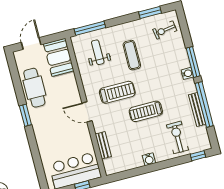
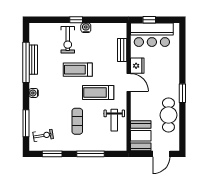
window: (90, 28) -> (91, 154), moved
weight bench: (98, 52) -> (114, 120), moved
window: (193, 62) -> (26, 123), moved
treadmill: (146, 111) -> (78, 70), turned 180
fridge: (82, 132) -> (137, 66), added
exercise bike: (177, 137) -> (68, 40), moved
window: (198, 156) -> (76, 20), moved

